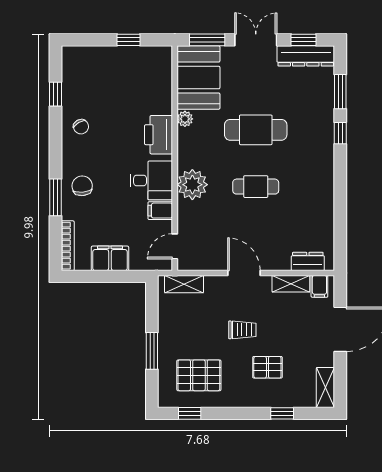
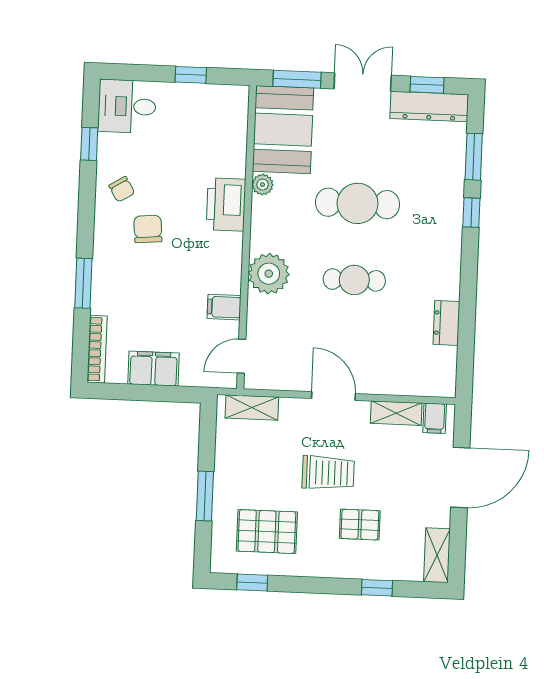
desk: (151, 180) -> (127, 106), moved, turned 180
chair: (82, 186) -> (148, 229), moved
dresser: (308, 261) -> (446, 323), moved, turned -90
trolley: (242, 330) -> (328, 473), width x1.36, depth x1.39

